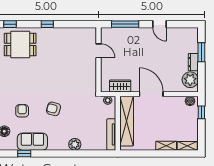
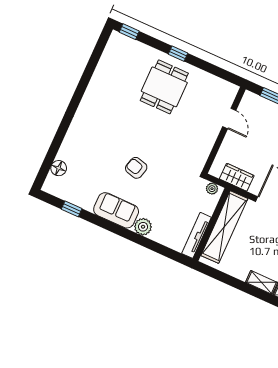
dining table: (20, 44) -> (164, 87), moved, turned 90
armchair: (22, 111) -> (94, 152), removed
sofa: (32, 142) -> (116, 210), moved

